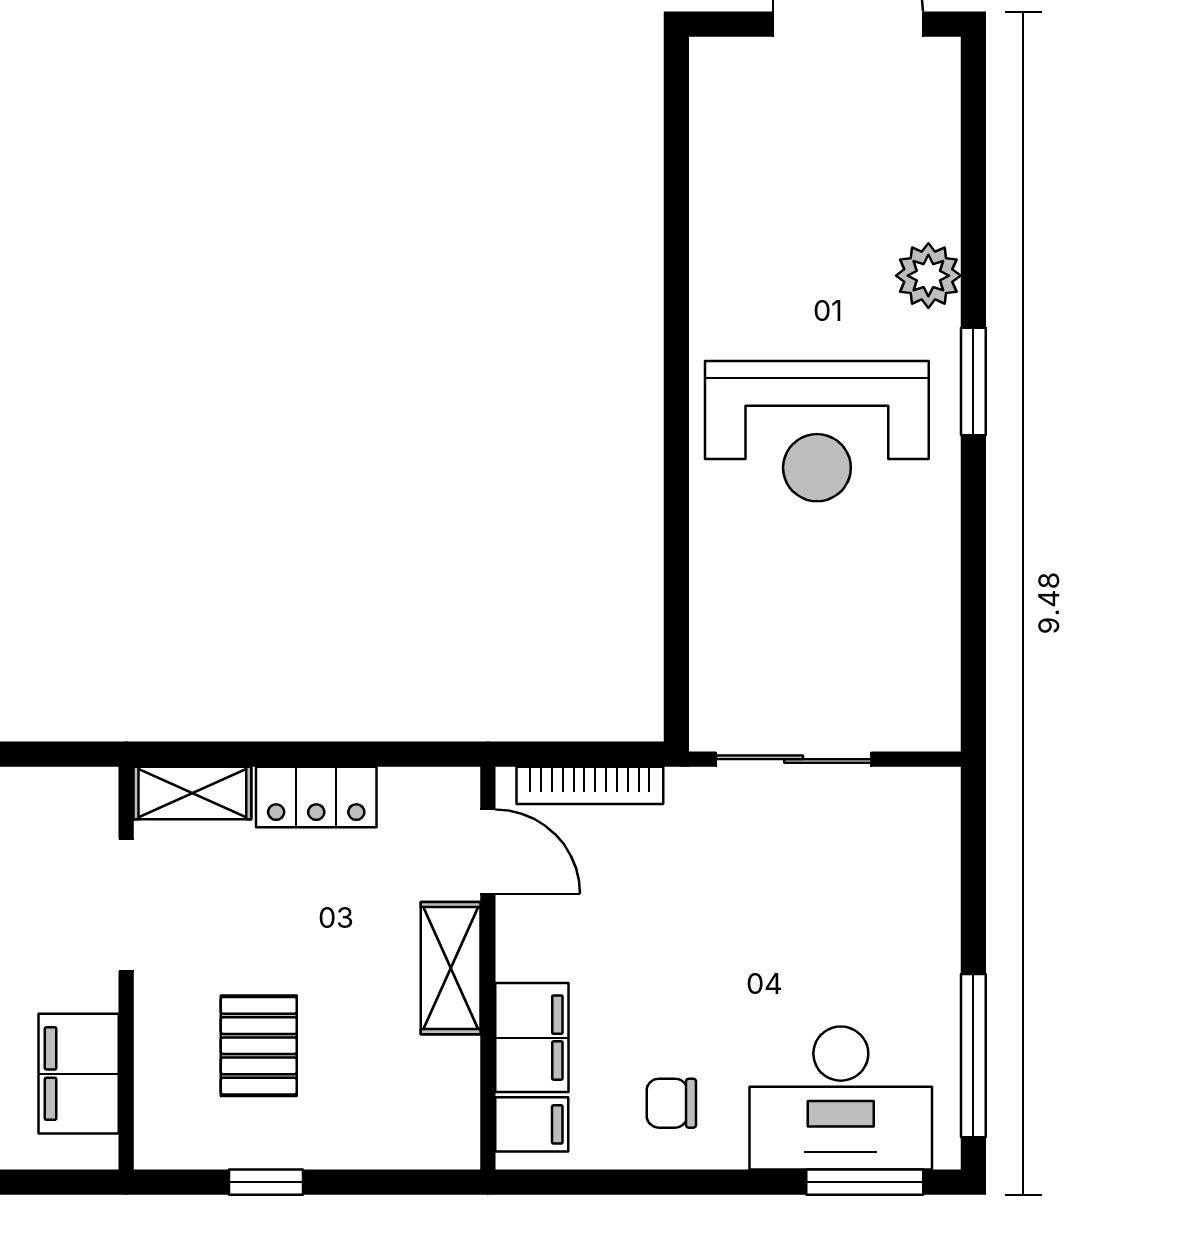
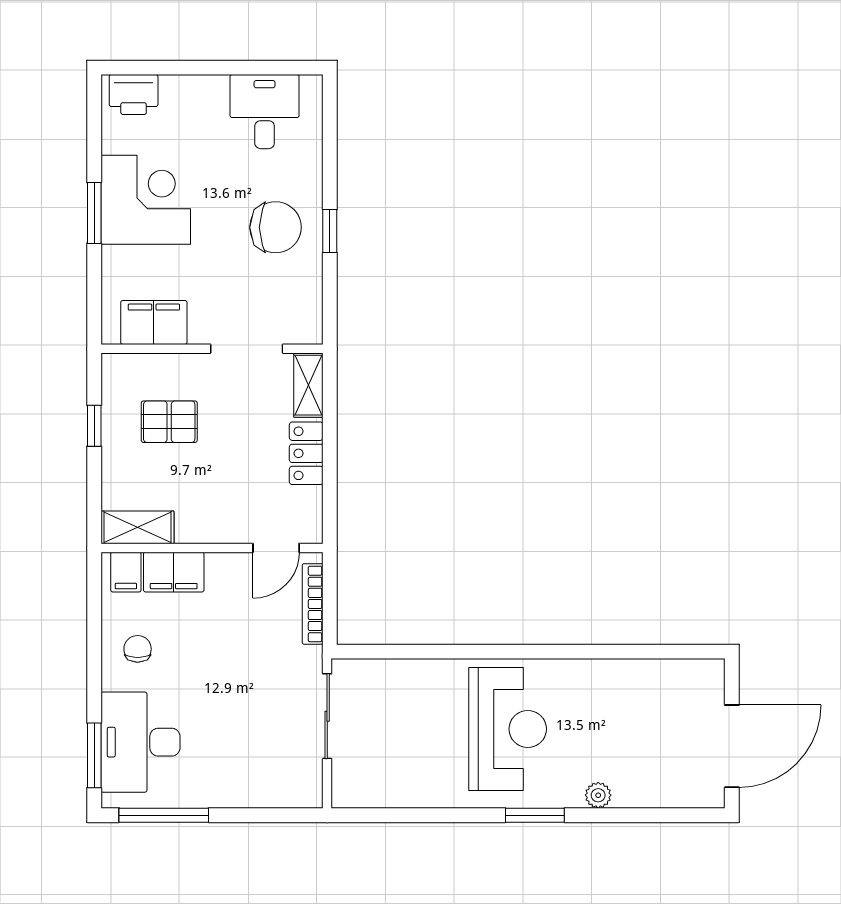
plant: (928, 276) -> (598, 795), width x0.73, depth x0.73
reception desk: (817, 431) -> (508, 729), turned 180
shelving: (451, 968) -> (137, 527), moved

